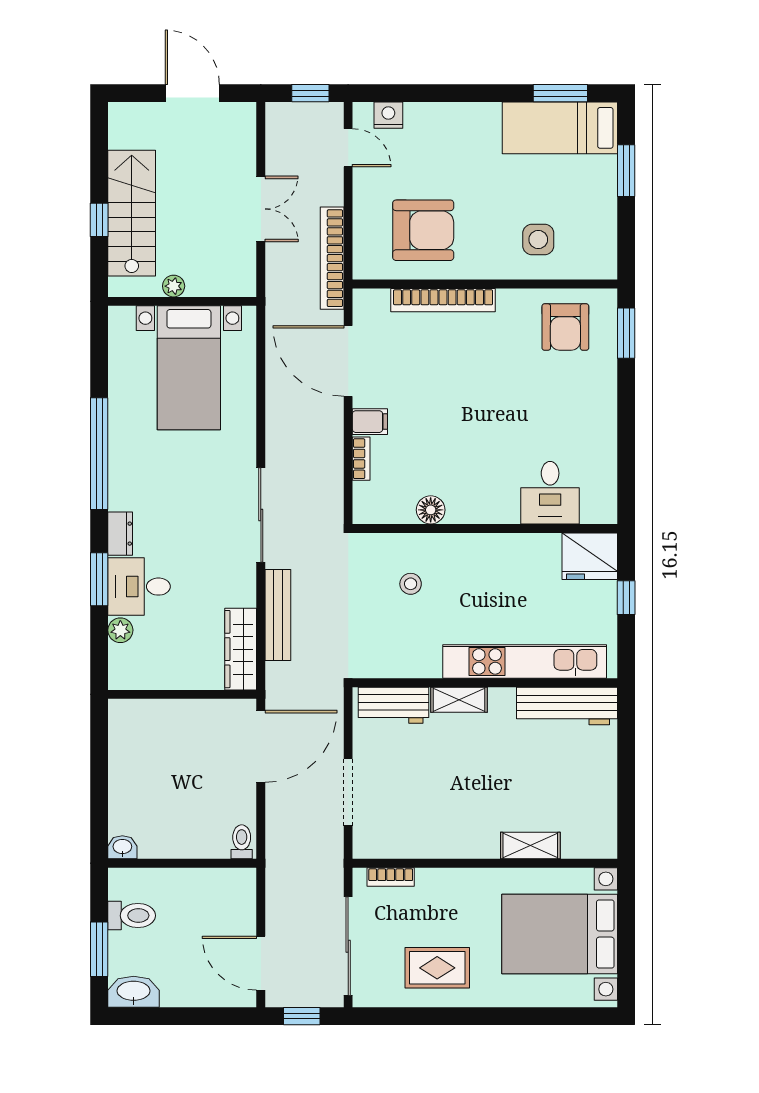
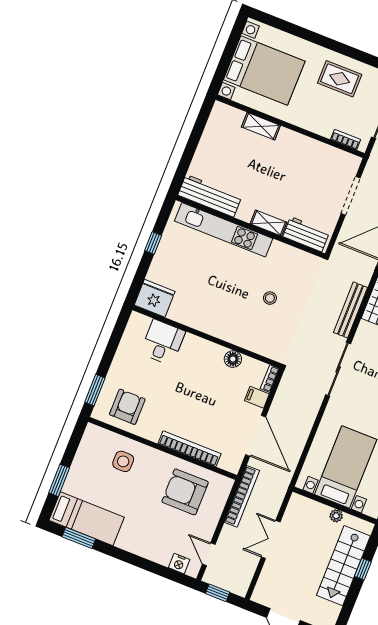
desk: (550, 493) -> (163, 342), moved
floor lamp: (431, 510) -> (233, 359), moved
wall: (485, 528) -> (207, 337), moved
fridge: (590, 556) -> (155, 298), moved

